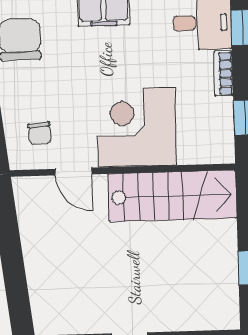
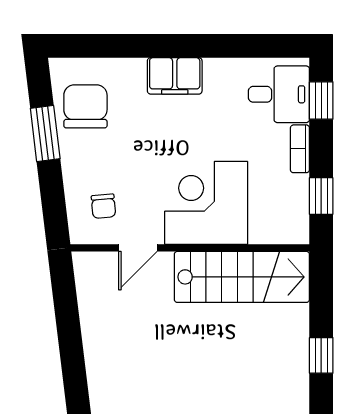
door: (73, 172) -> (138, 248), hinge flipped

